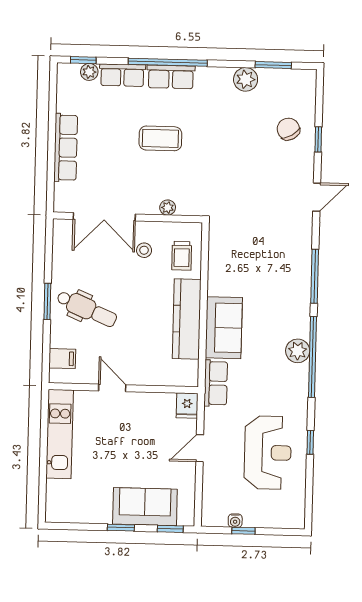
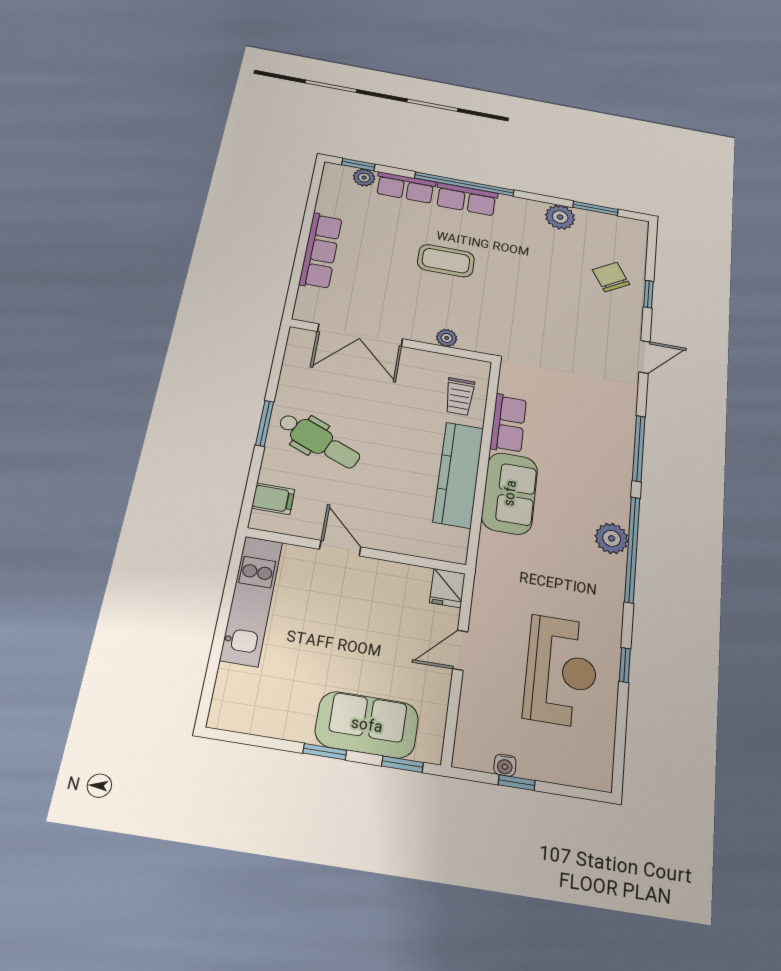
stool: (144, 250) -> (409, 382), removed
row of seats: (216, 383) -> (508, 423), moved

